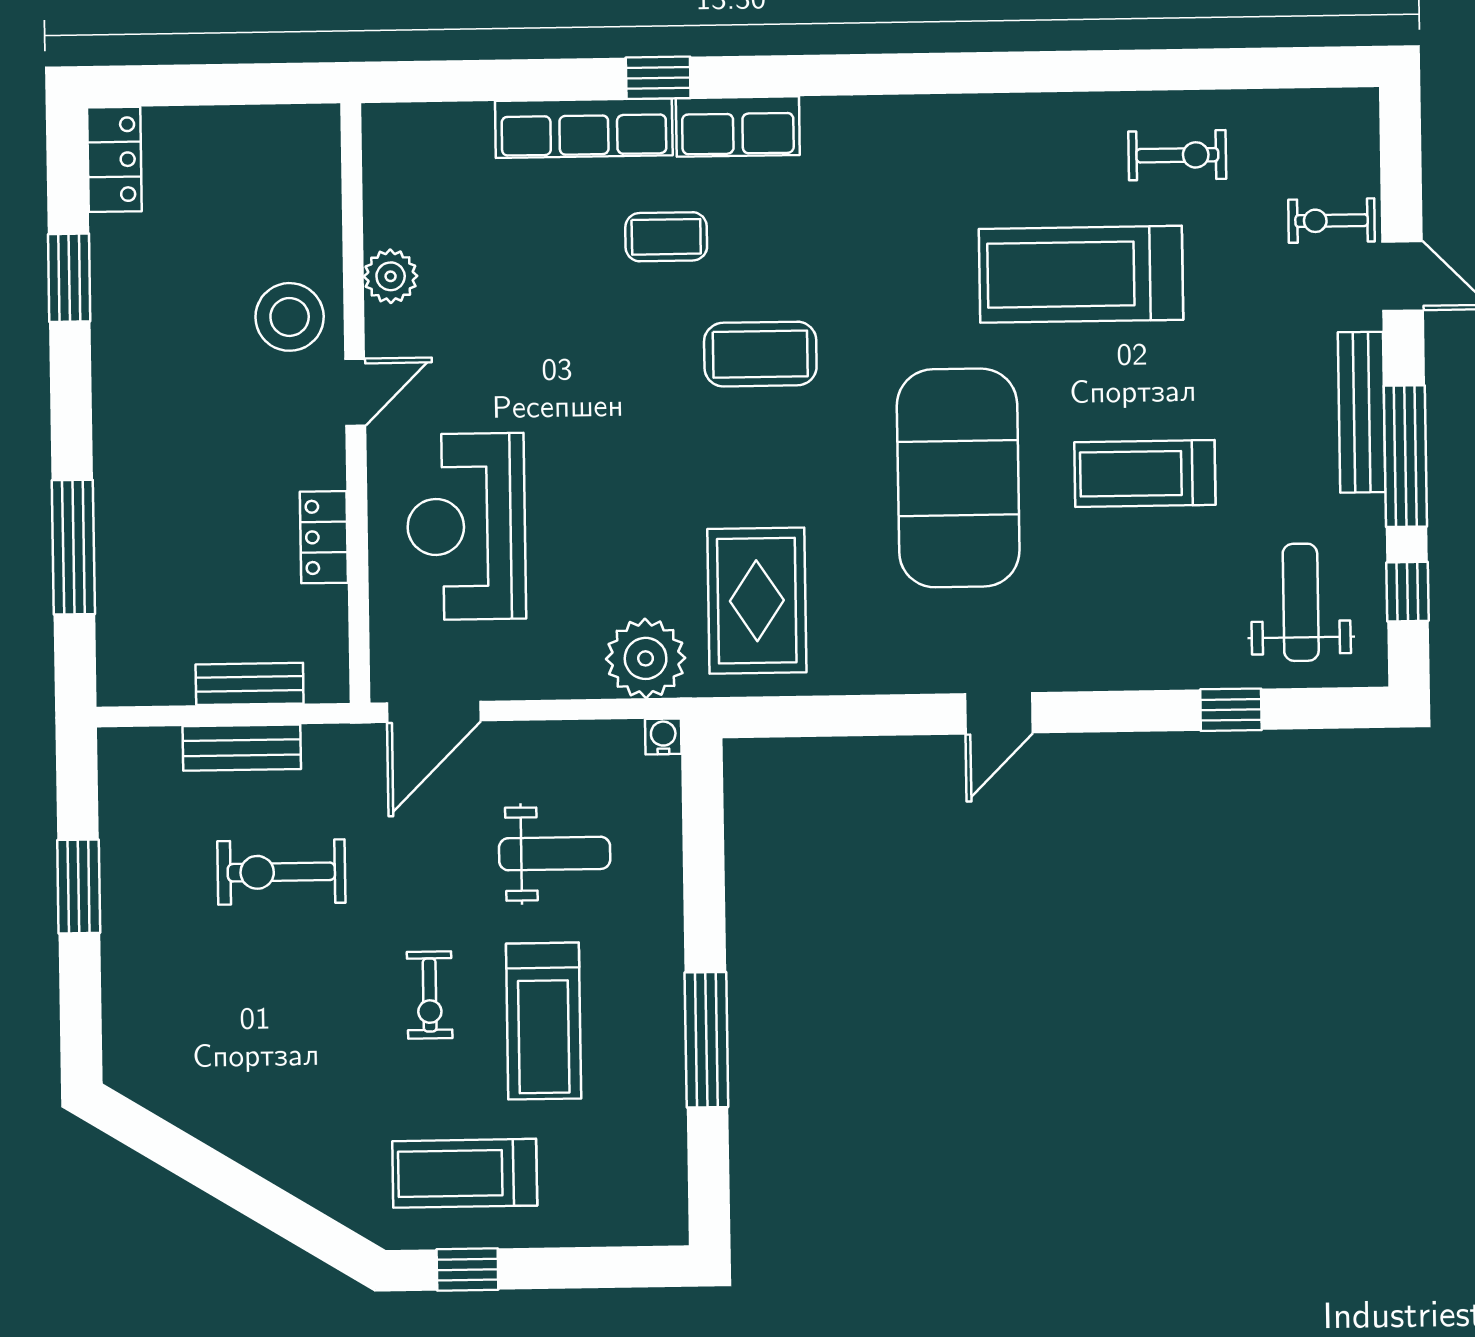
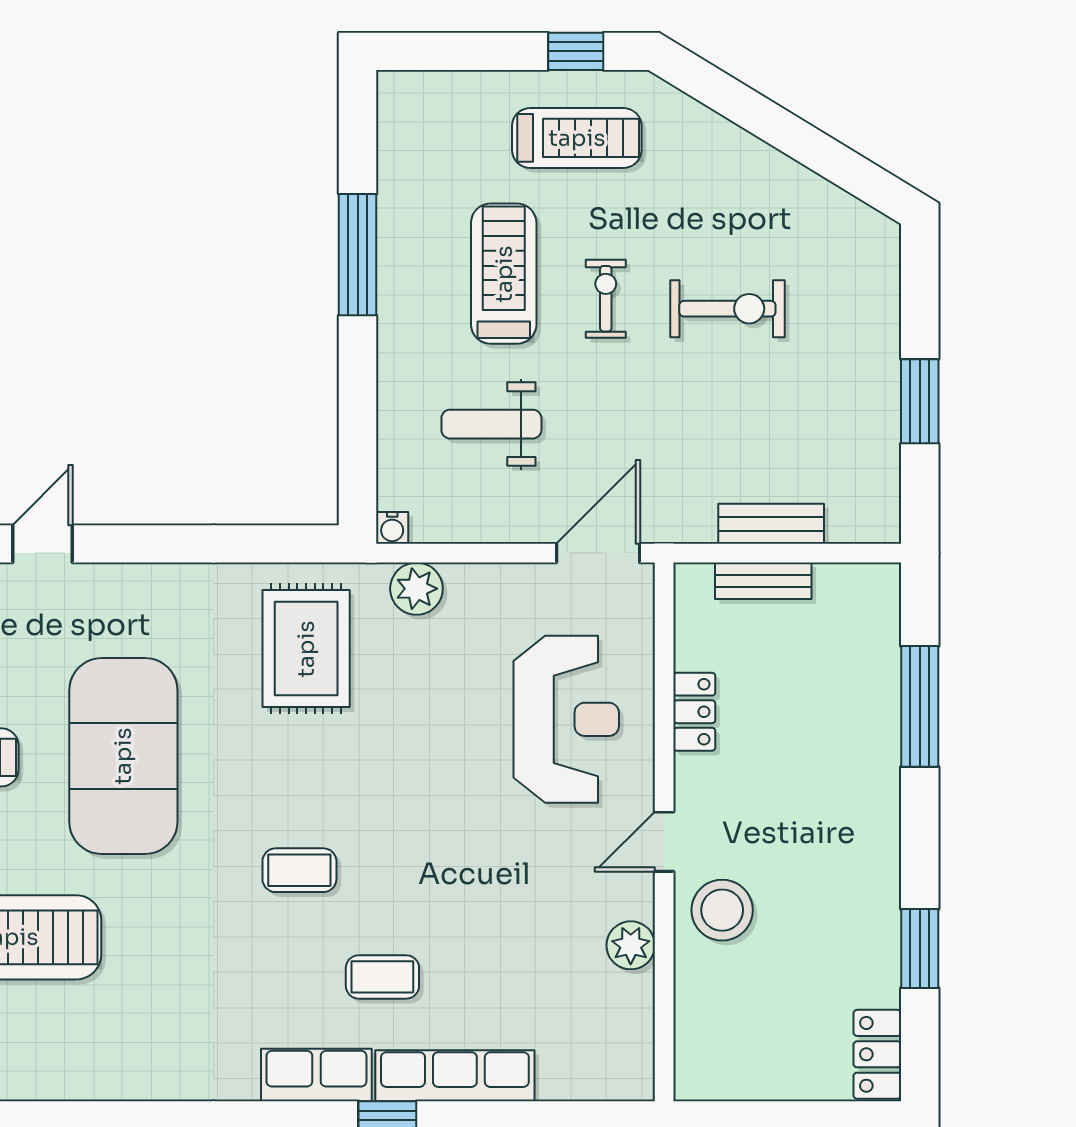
coffee table: (760, 354) -> (299, 870), width x0.73, depth x0.77
plant: (646, 658) -> (416, 589), width x0.73, depth x0.73
door: (999, 713) -> (42, 544), moved
exercise bike: (281, 872) -> (727, 309), moved

